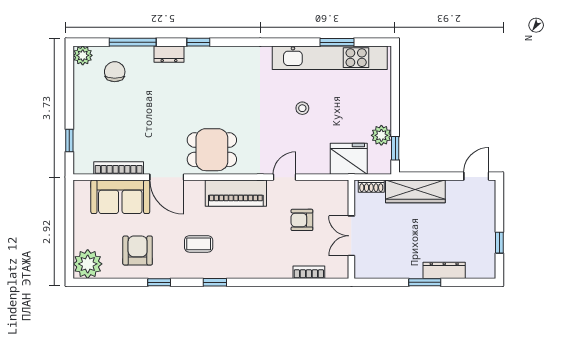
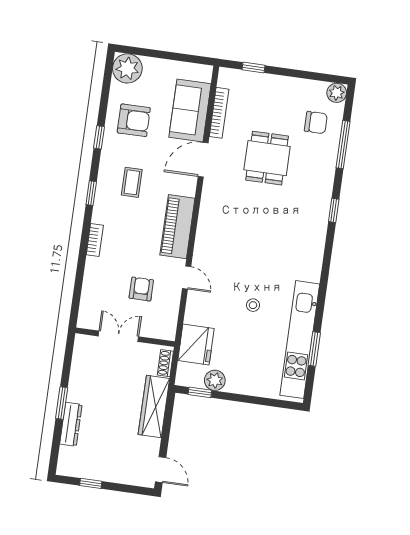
dresser: (169, 54) -> (326, 179), removed
dining table: (212, 150) -> (267, 158), moved
bookcase: (309, 272) -> (95, 240), moved

